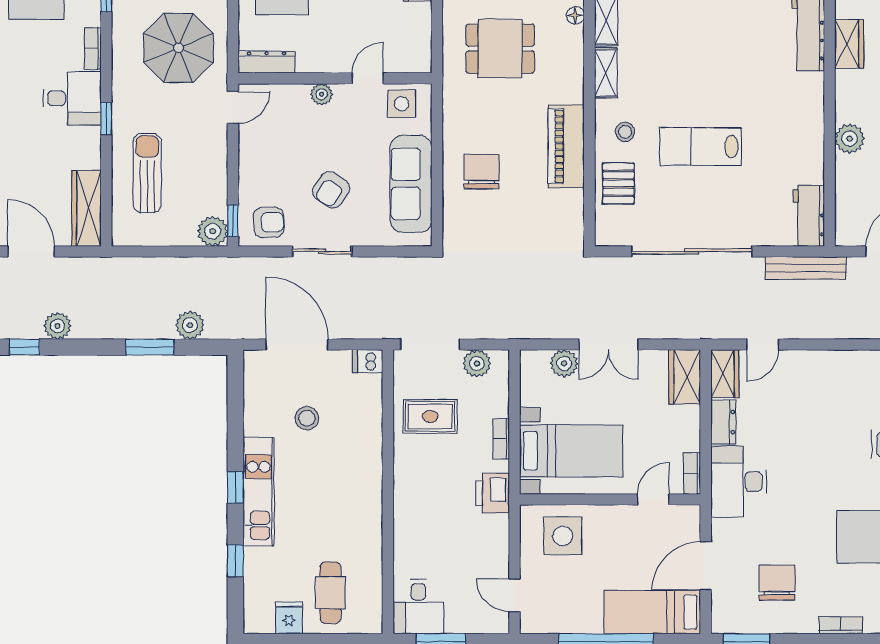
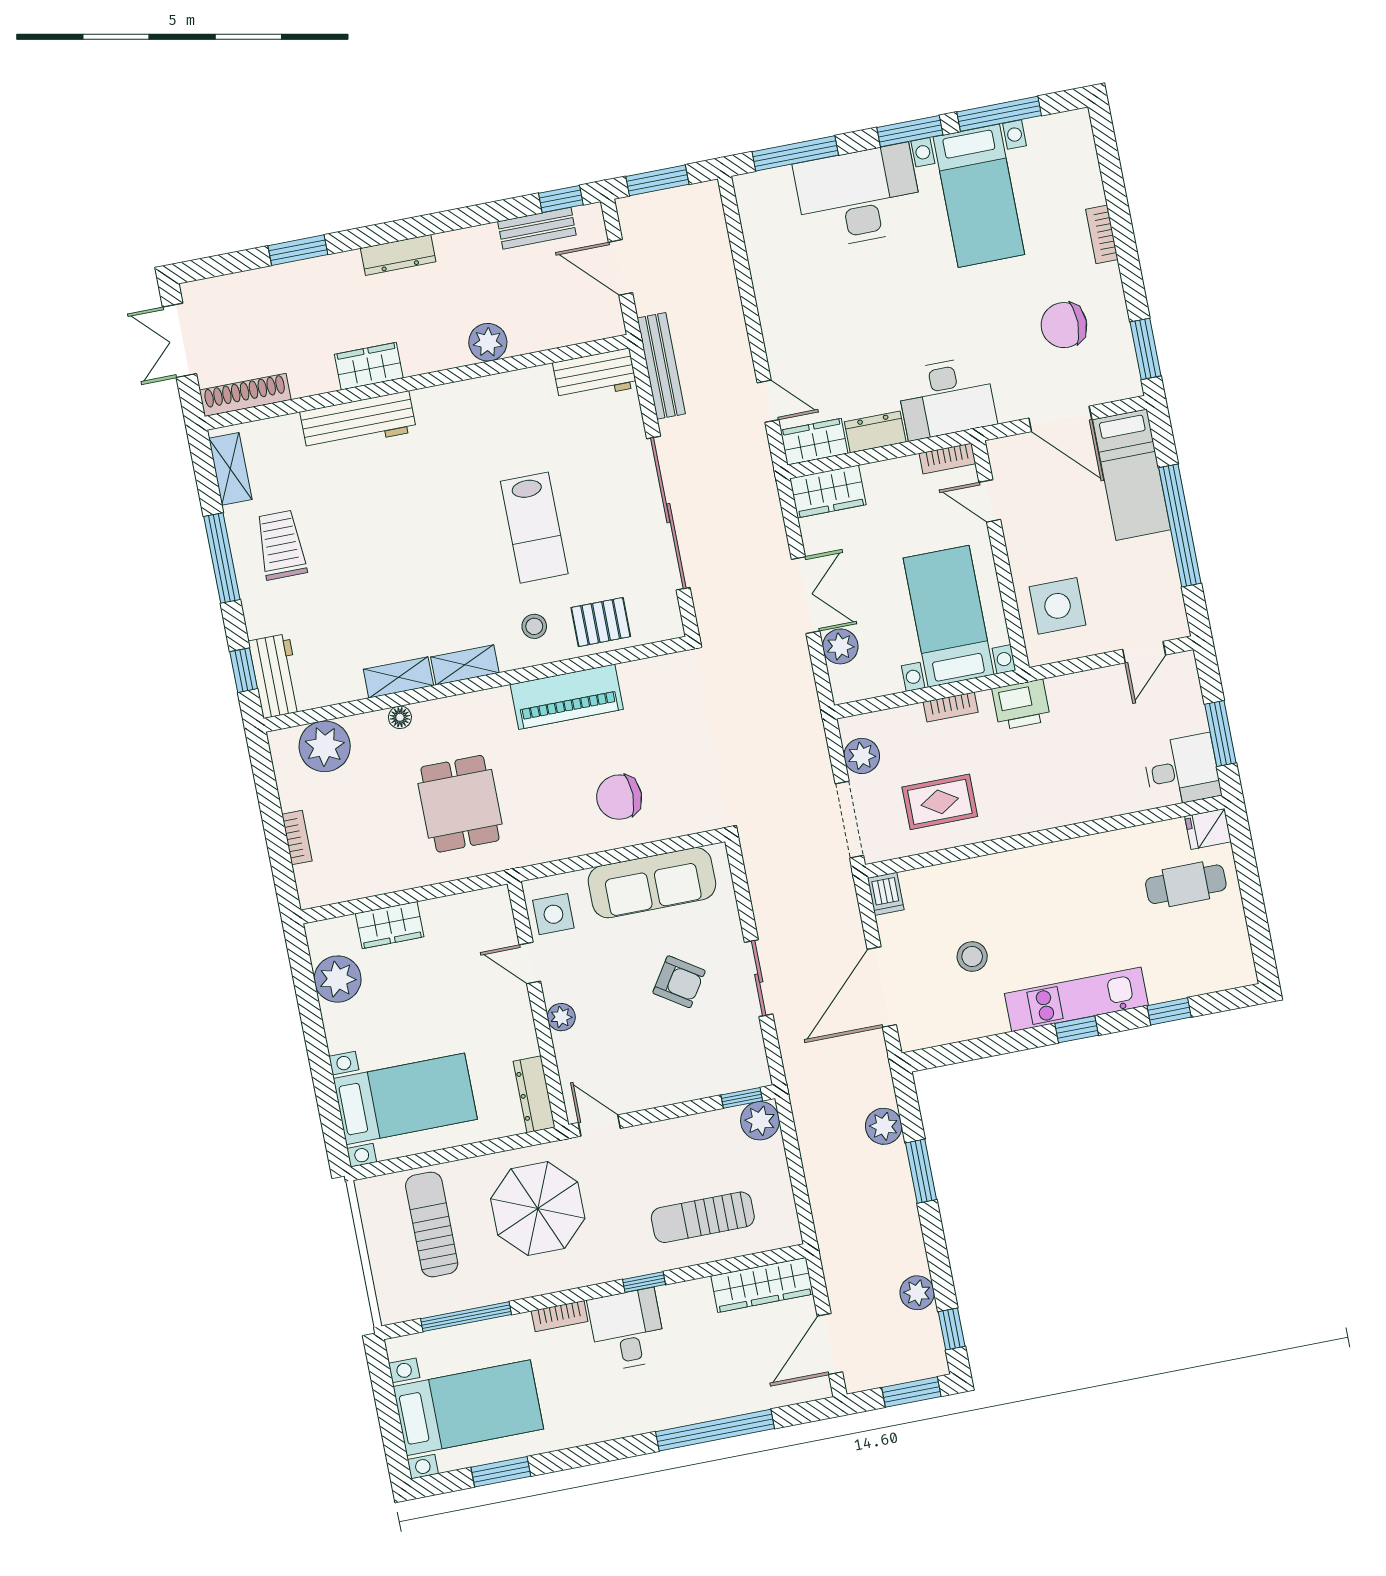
armchair: (269, 222) -> (735, 1052), removed
rug: (430, 416) -> (940, 802), turned 90
fridge: (289, 618) -> (1208, 829), moved

